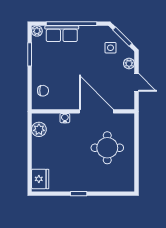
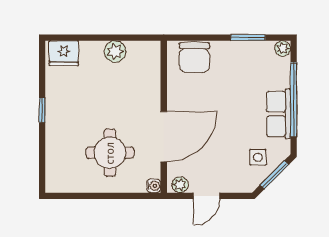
row of seats: (62, 34) -> (279, 114), moved
plant: (129, 63) -> (180, 185), moved
chair: (43, 91) -> (194, 57), width x1.87, depth x1.87
water cooler: (65, 118) -> (154, 186), moved
plant: (39, 129) -> (115, 51), moved

